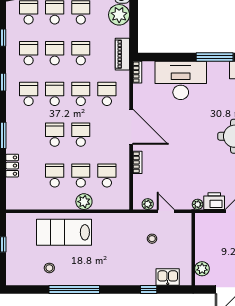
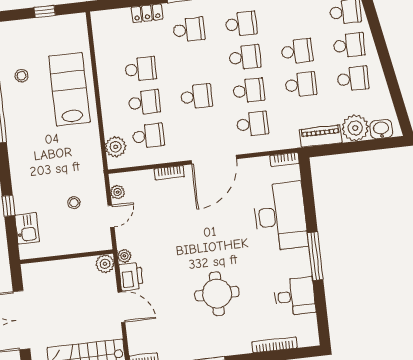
school desk: (29, 53) -> (293, 18), removed
piano: (122, 54) -> (321, 136), moved
school desk: (55, 135) -> (189, 30), moved
plant: (84, 202) -> (116, 147), moved
plant: (202, 269) -> (105, 264), moved

